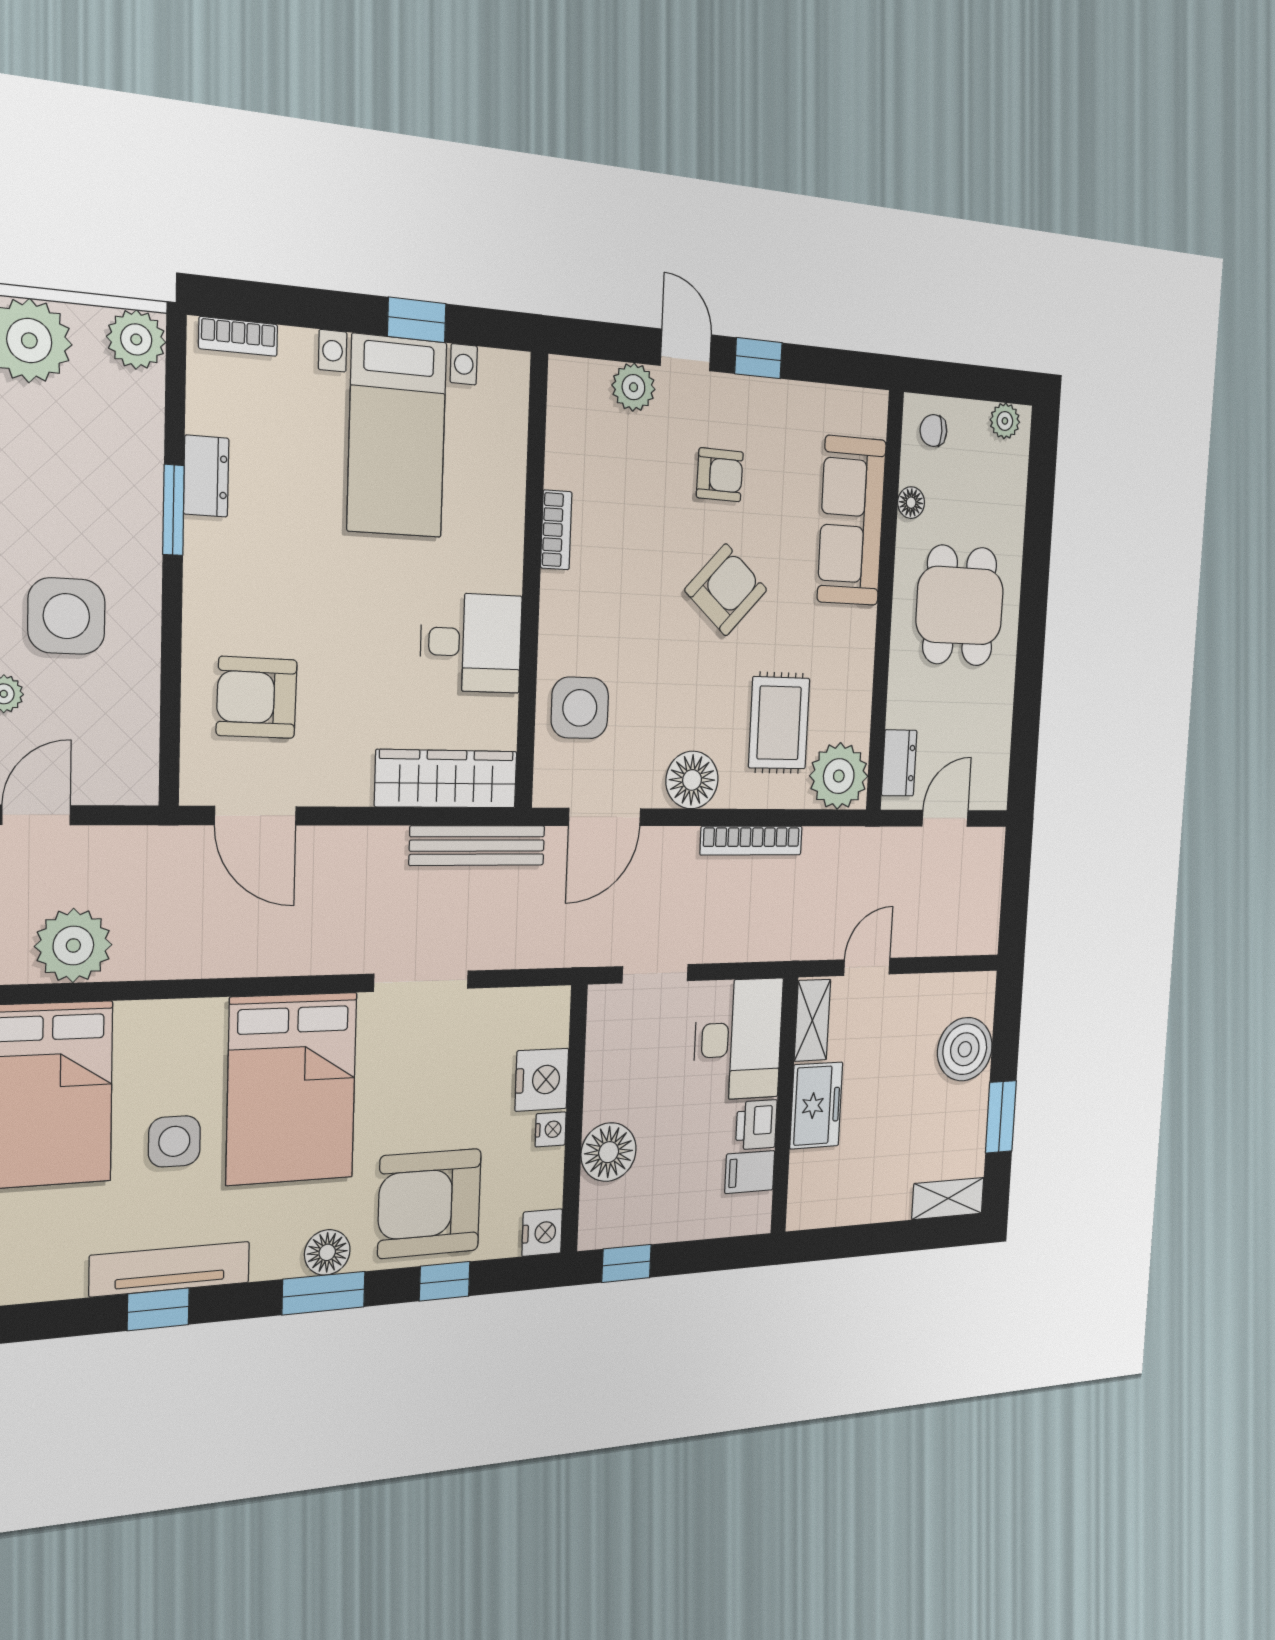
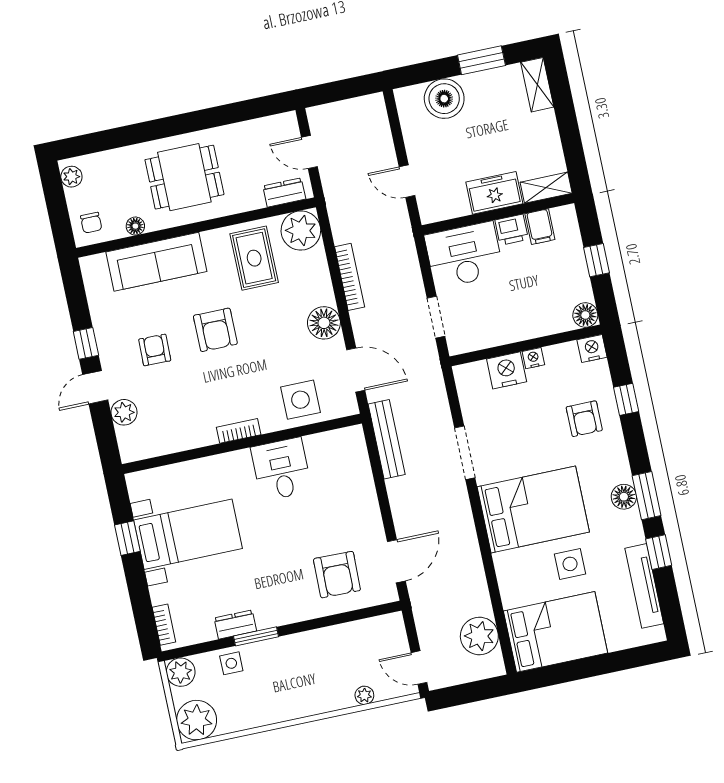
bookcase: (556, 530) -> (239, 431), moved
armchair: (726, 590) -> (215, 330), turned -132
side table: (66, 616) -> (231, 663), moved, width x0.54, depth x0.54
rug: (779, 723) -> (254, 258), moved, turned 90
wardrobe: (446, 779) -> (355, 465), removed
shelving: (812, 1020) -> (546, 188), moved
floor lamp: (609, 1152) -> (585, 315), moved, width x0.73, depth x0.73
armchair: (430, 1203) -> (584, 419), width x0.53, depth x0.53
floor lamp: (327, 1252) -> (624, 497), moved
window: (627, 1263) -> (597, 260), moved
tv unit: (170, 1269) -> (644, 586), moved
window: (324, 1293) -> (647, 496), moved

